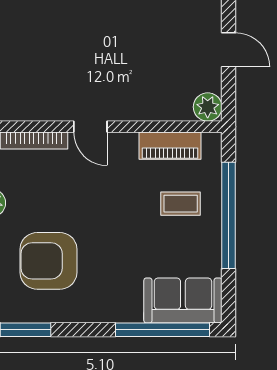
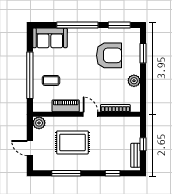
rug: (132, 63) -> (73, 142), added
piano: (170, 146) -> (66, 106), moved
window: (163, 330) -> (77, 25), moved

